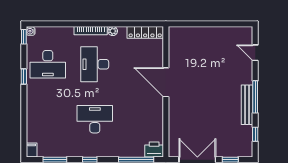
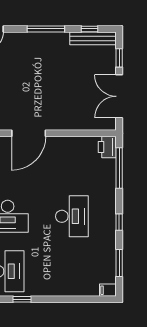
bench: (247, 105) -> (93, 38), moved
desk: (95, 119) -> (72, 216), turned 180

